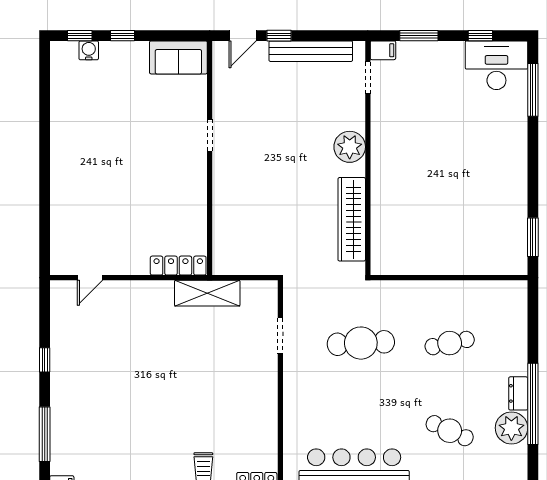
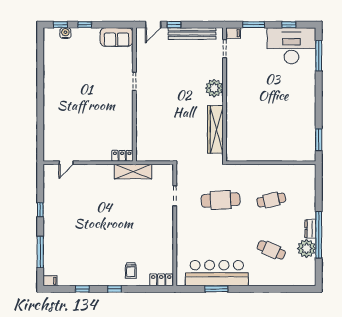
desk: (496, 65) -> (291, 46), width x1.36, depth x1.30
locker: (178, 266) -> (122, 156), width x0.66

